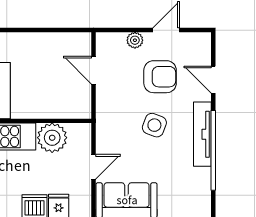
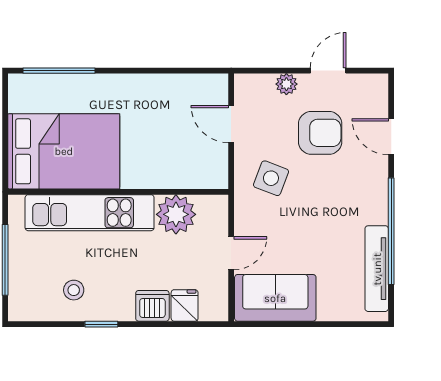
side table: (154, 125) -> (271, 178), moved
tv unit: (202, 134) -> (377, 269), moved

